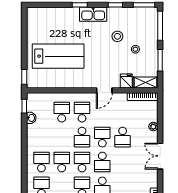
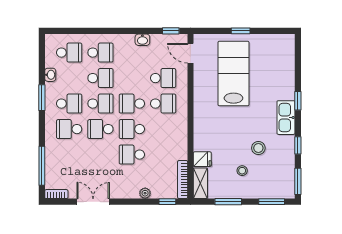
window: (160, 26) -> (272, 202), width x0.69
lab bench: (58, 56) -> (233, 74), turned 180
window: (24, 77) -> (241, 31), moved
door: (104, 90) -> (190, 53), moved
window: (160, 109) -> (167, 202), added
washbasin: (31, 118) -> (142, 40), moved
school desk: (102, 137) -> (132, 129), turned 180
double door: (160, 156) -> (93, 202), moved

